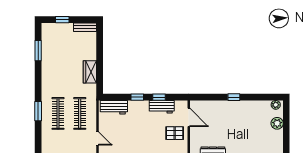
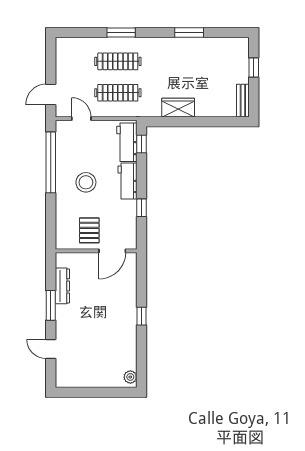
window: (38, 51) -> (189, 32), moved
window: (137, 97) -> (141, 144), moved
workbench: (162, 107) -> (128, 181), moved
plant: (277, 123) -> (103, 379), removed
stool: (141, 135) -> (86, 182), added
door: (97, 139) -> (81, 119), swing flipped

